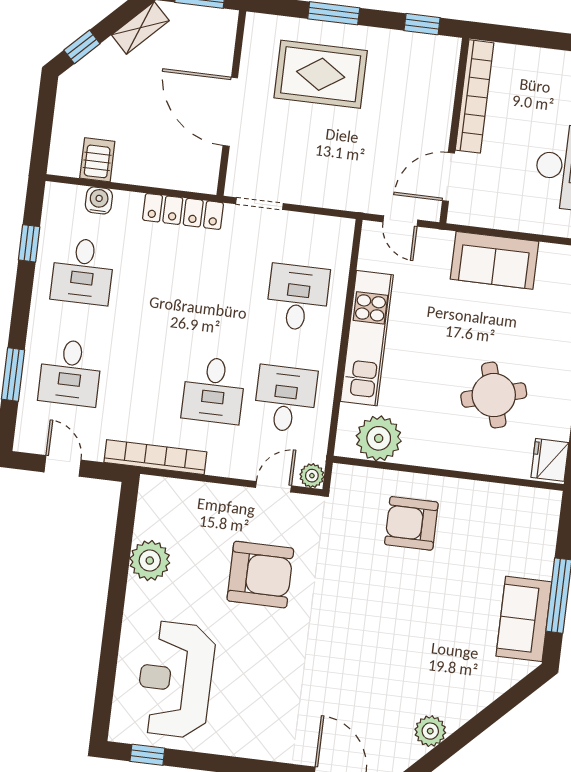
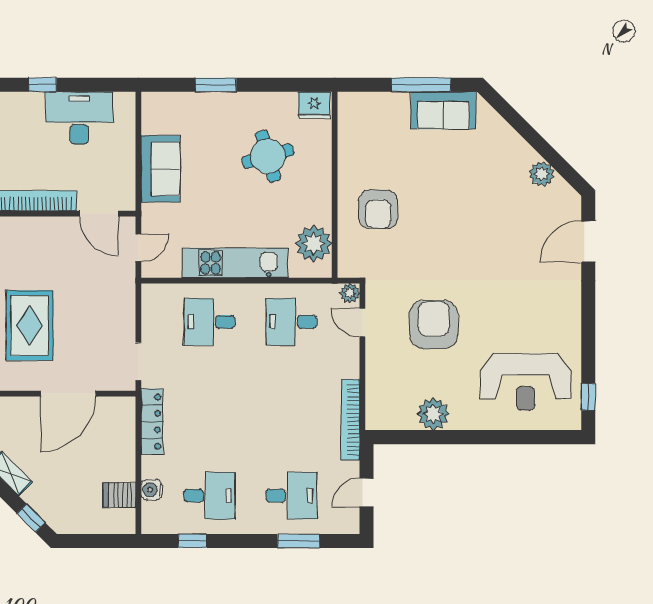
desk: (214, 390) -> (291, 380), removed

